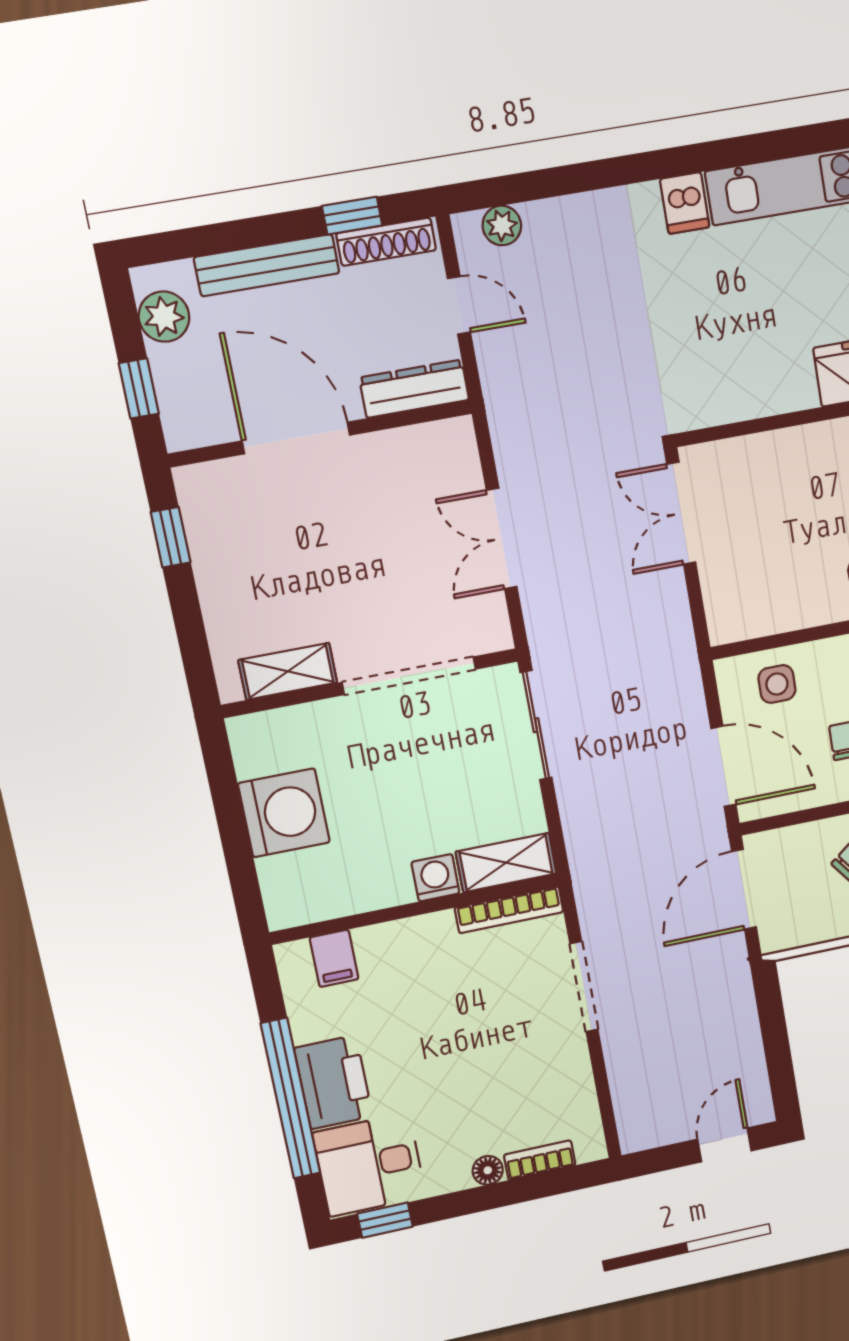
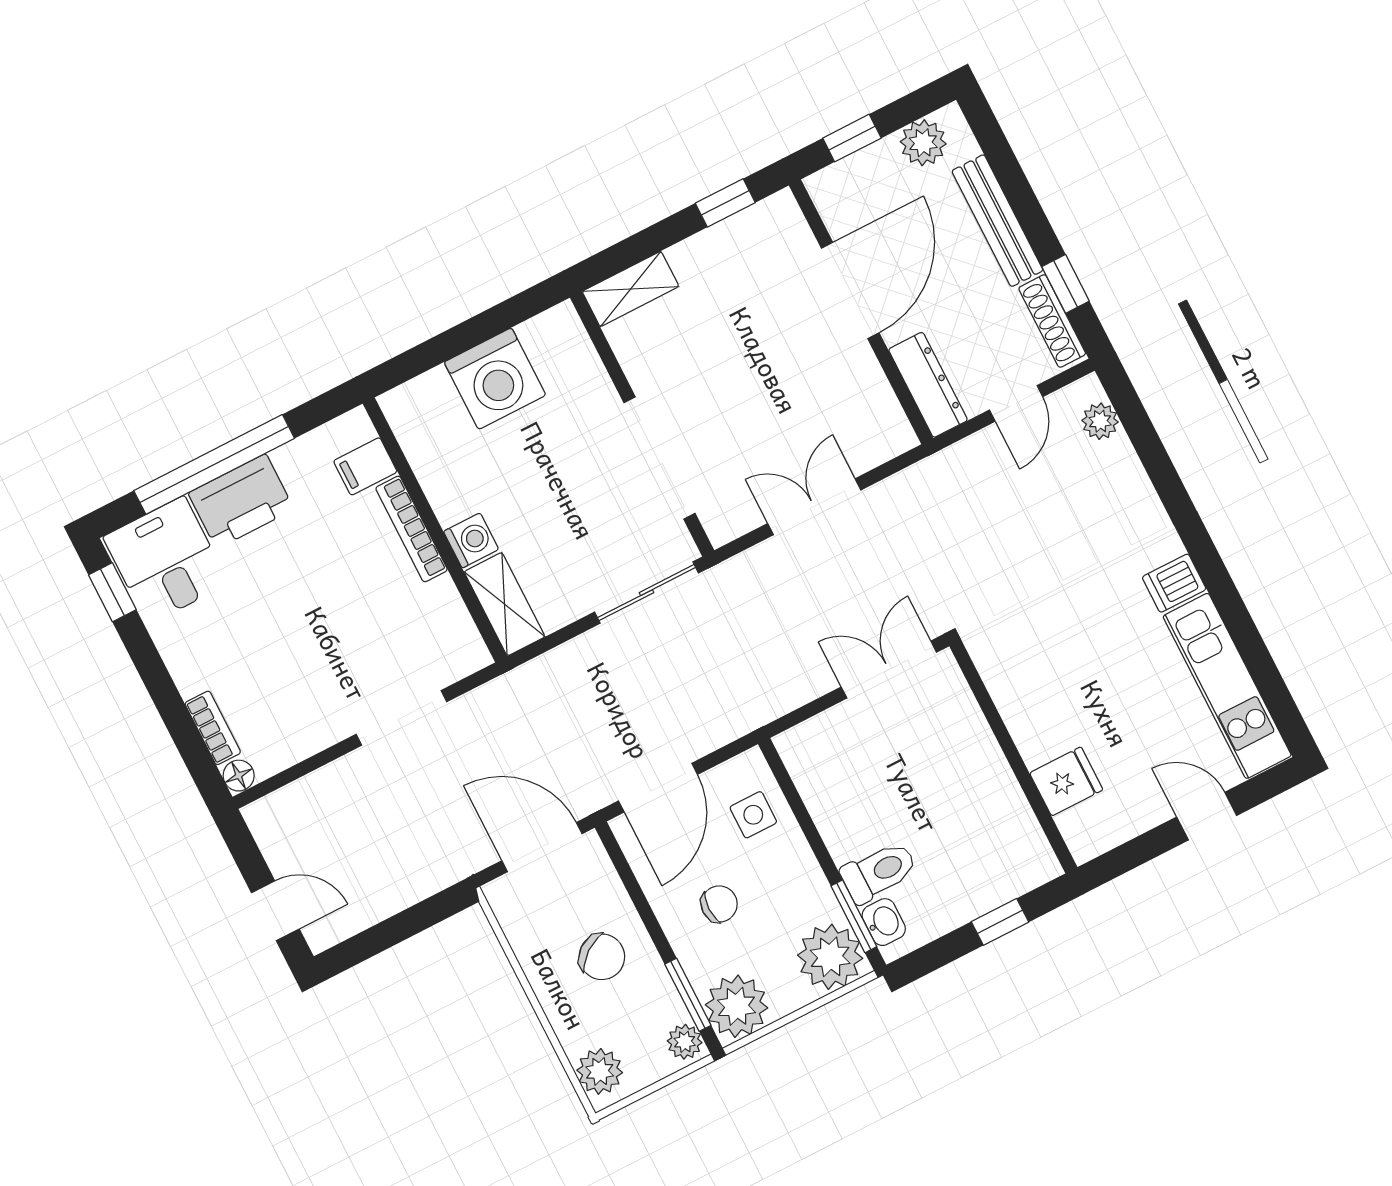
shelving: (288, 671) -> (631, 289), moved, turned 90
bookcase: (509, 910) -> (412, 529), moved
floor lamp: (488, 1170) -> (239, 776), moved

